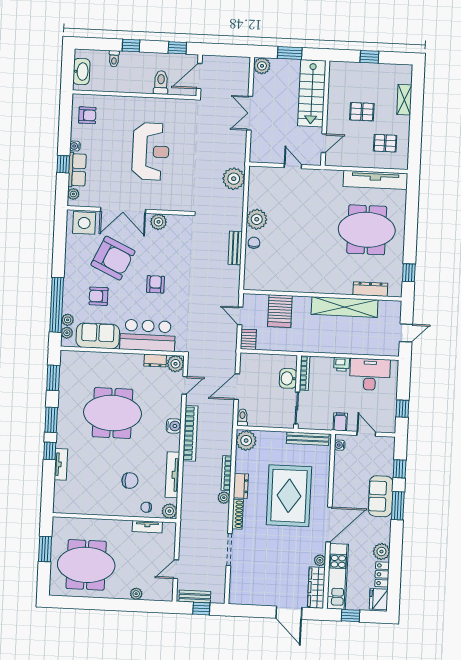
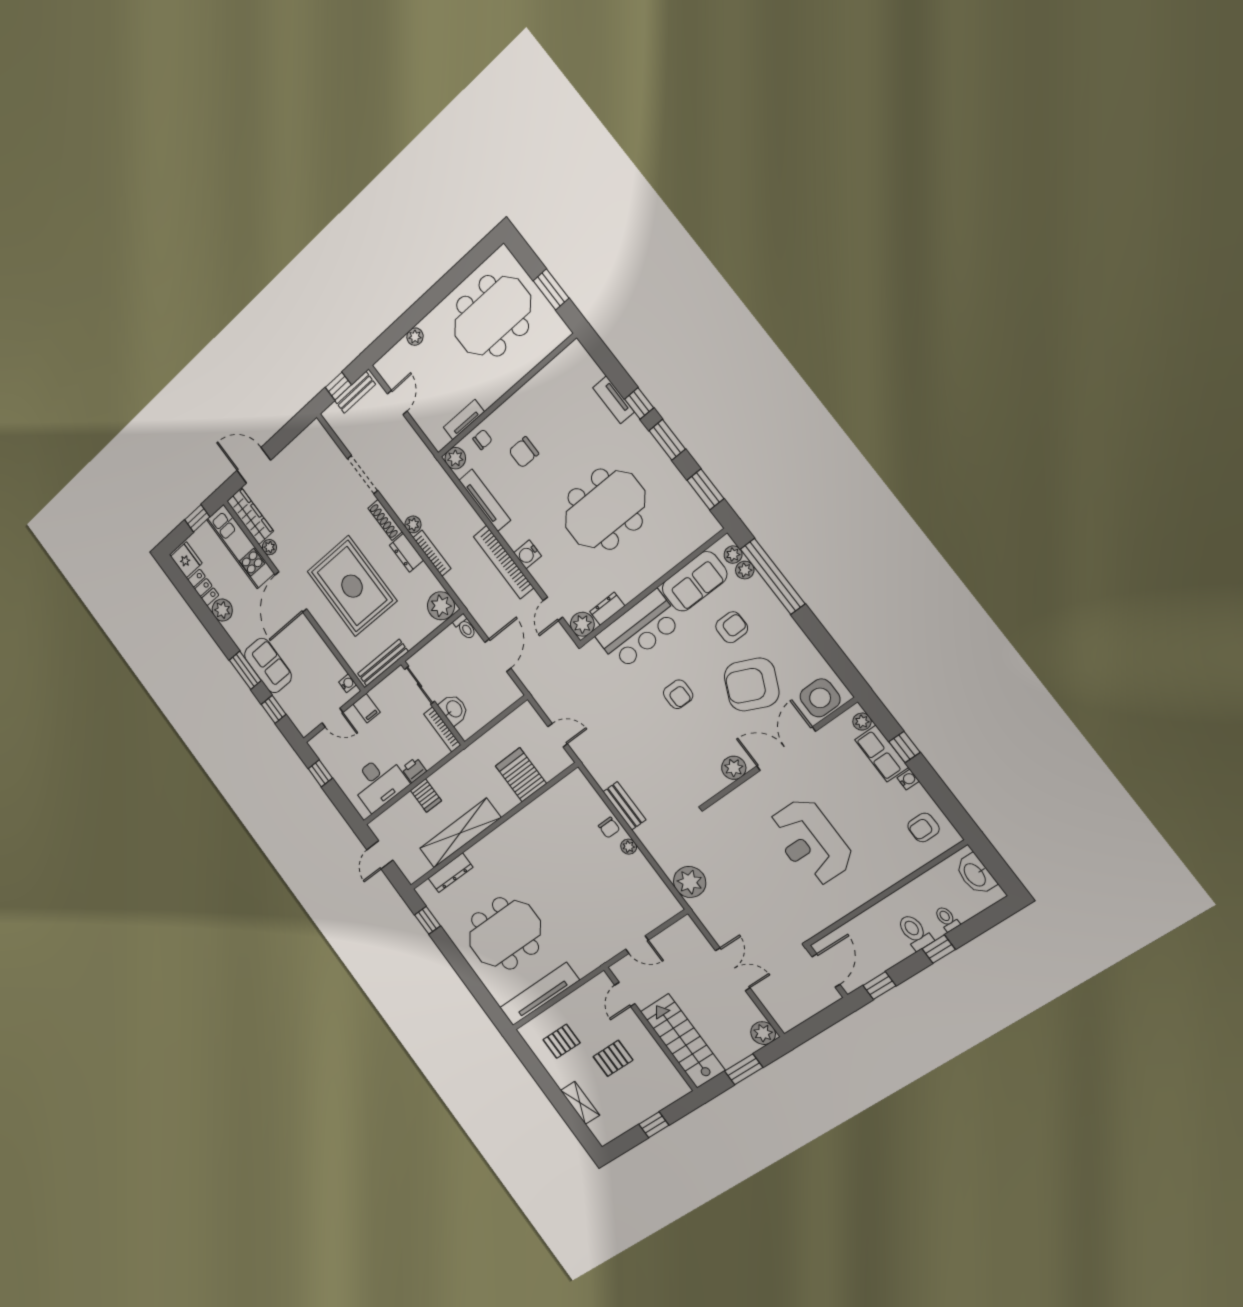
toilet: (161, 82) -> (915, 932), moved, turned 180
plant: (257, 219) -> (629, 847), width x0.53, depth x0.53
server rack: (248, 339) -> (426, 796), moved

